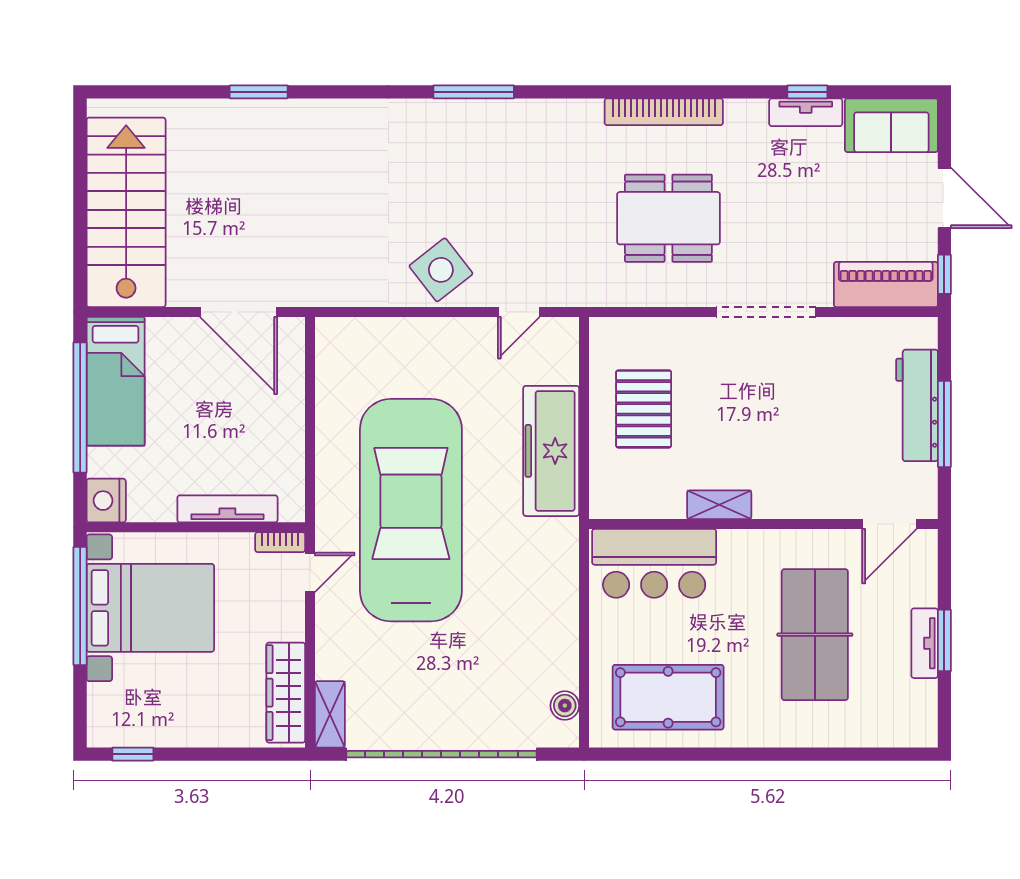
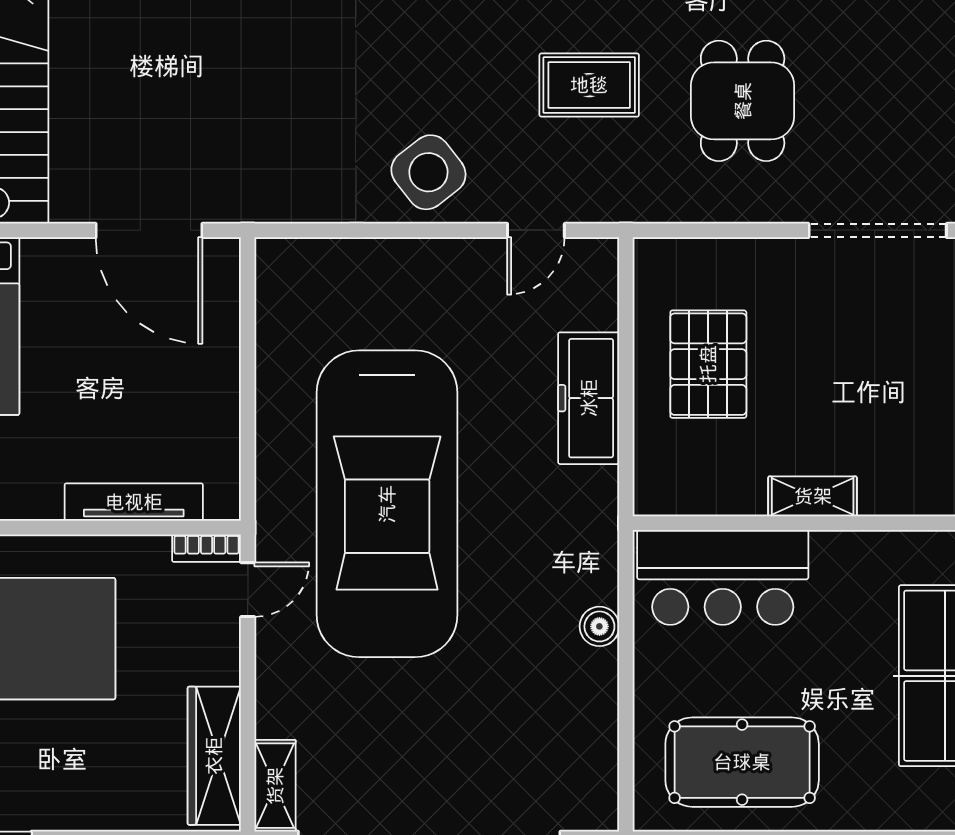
rug: (557, 207) -> (589, 85), added
dining table: (668, 218) -> (743, 101), width x0.73
freezer: (551, 451) -> (589, 398), width x0.73, depth x0.79
car: (411, 510) -> (387, 504), turned 180
boiler: (565, 706) -> (599, 626), moved

